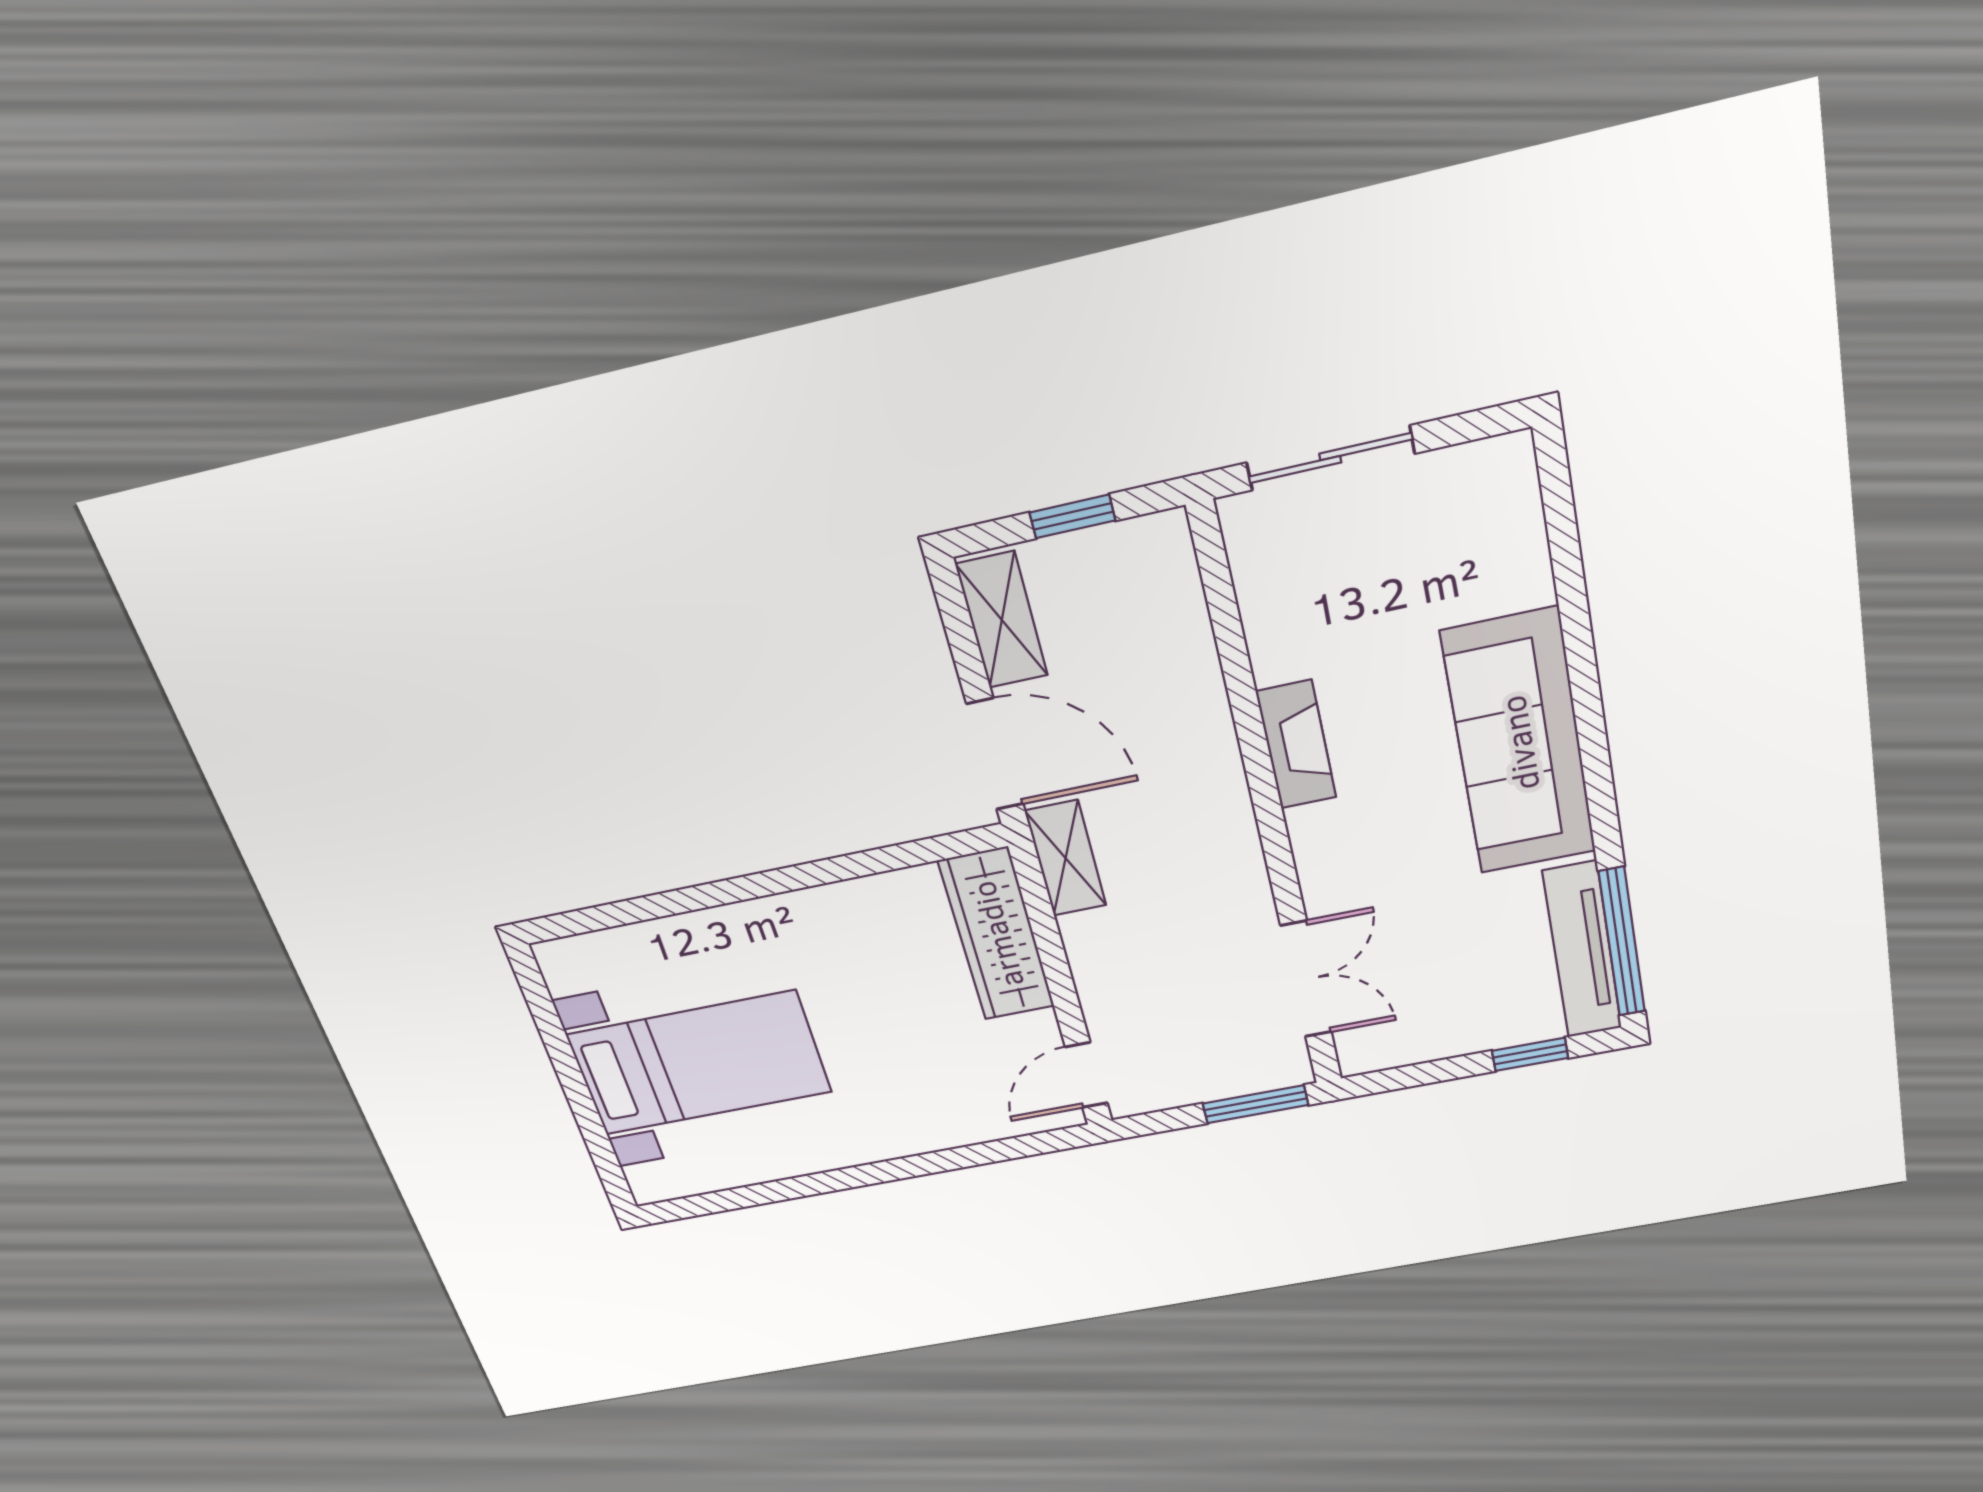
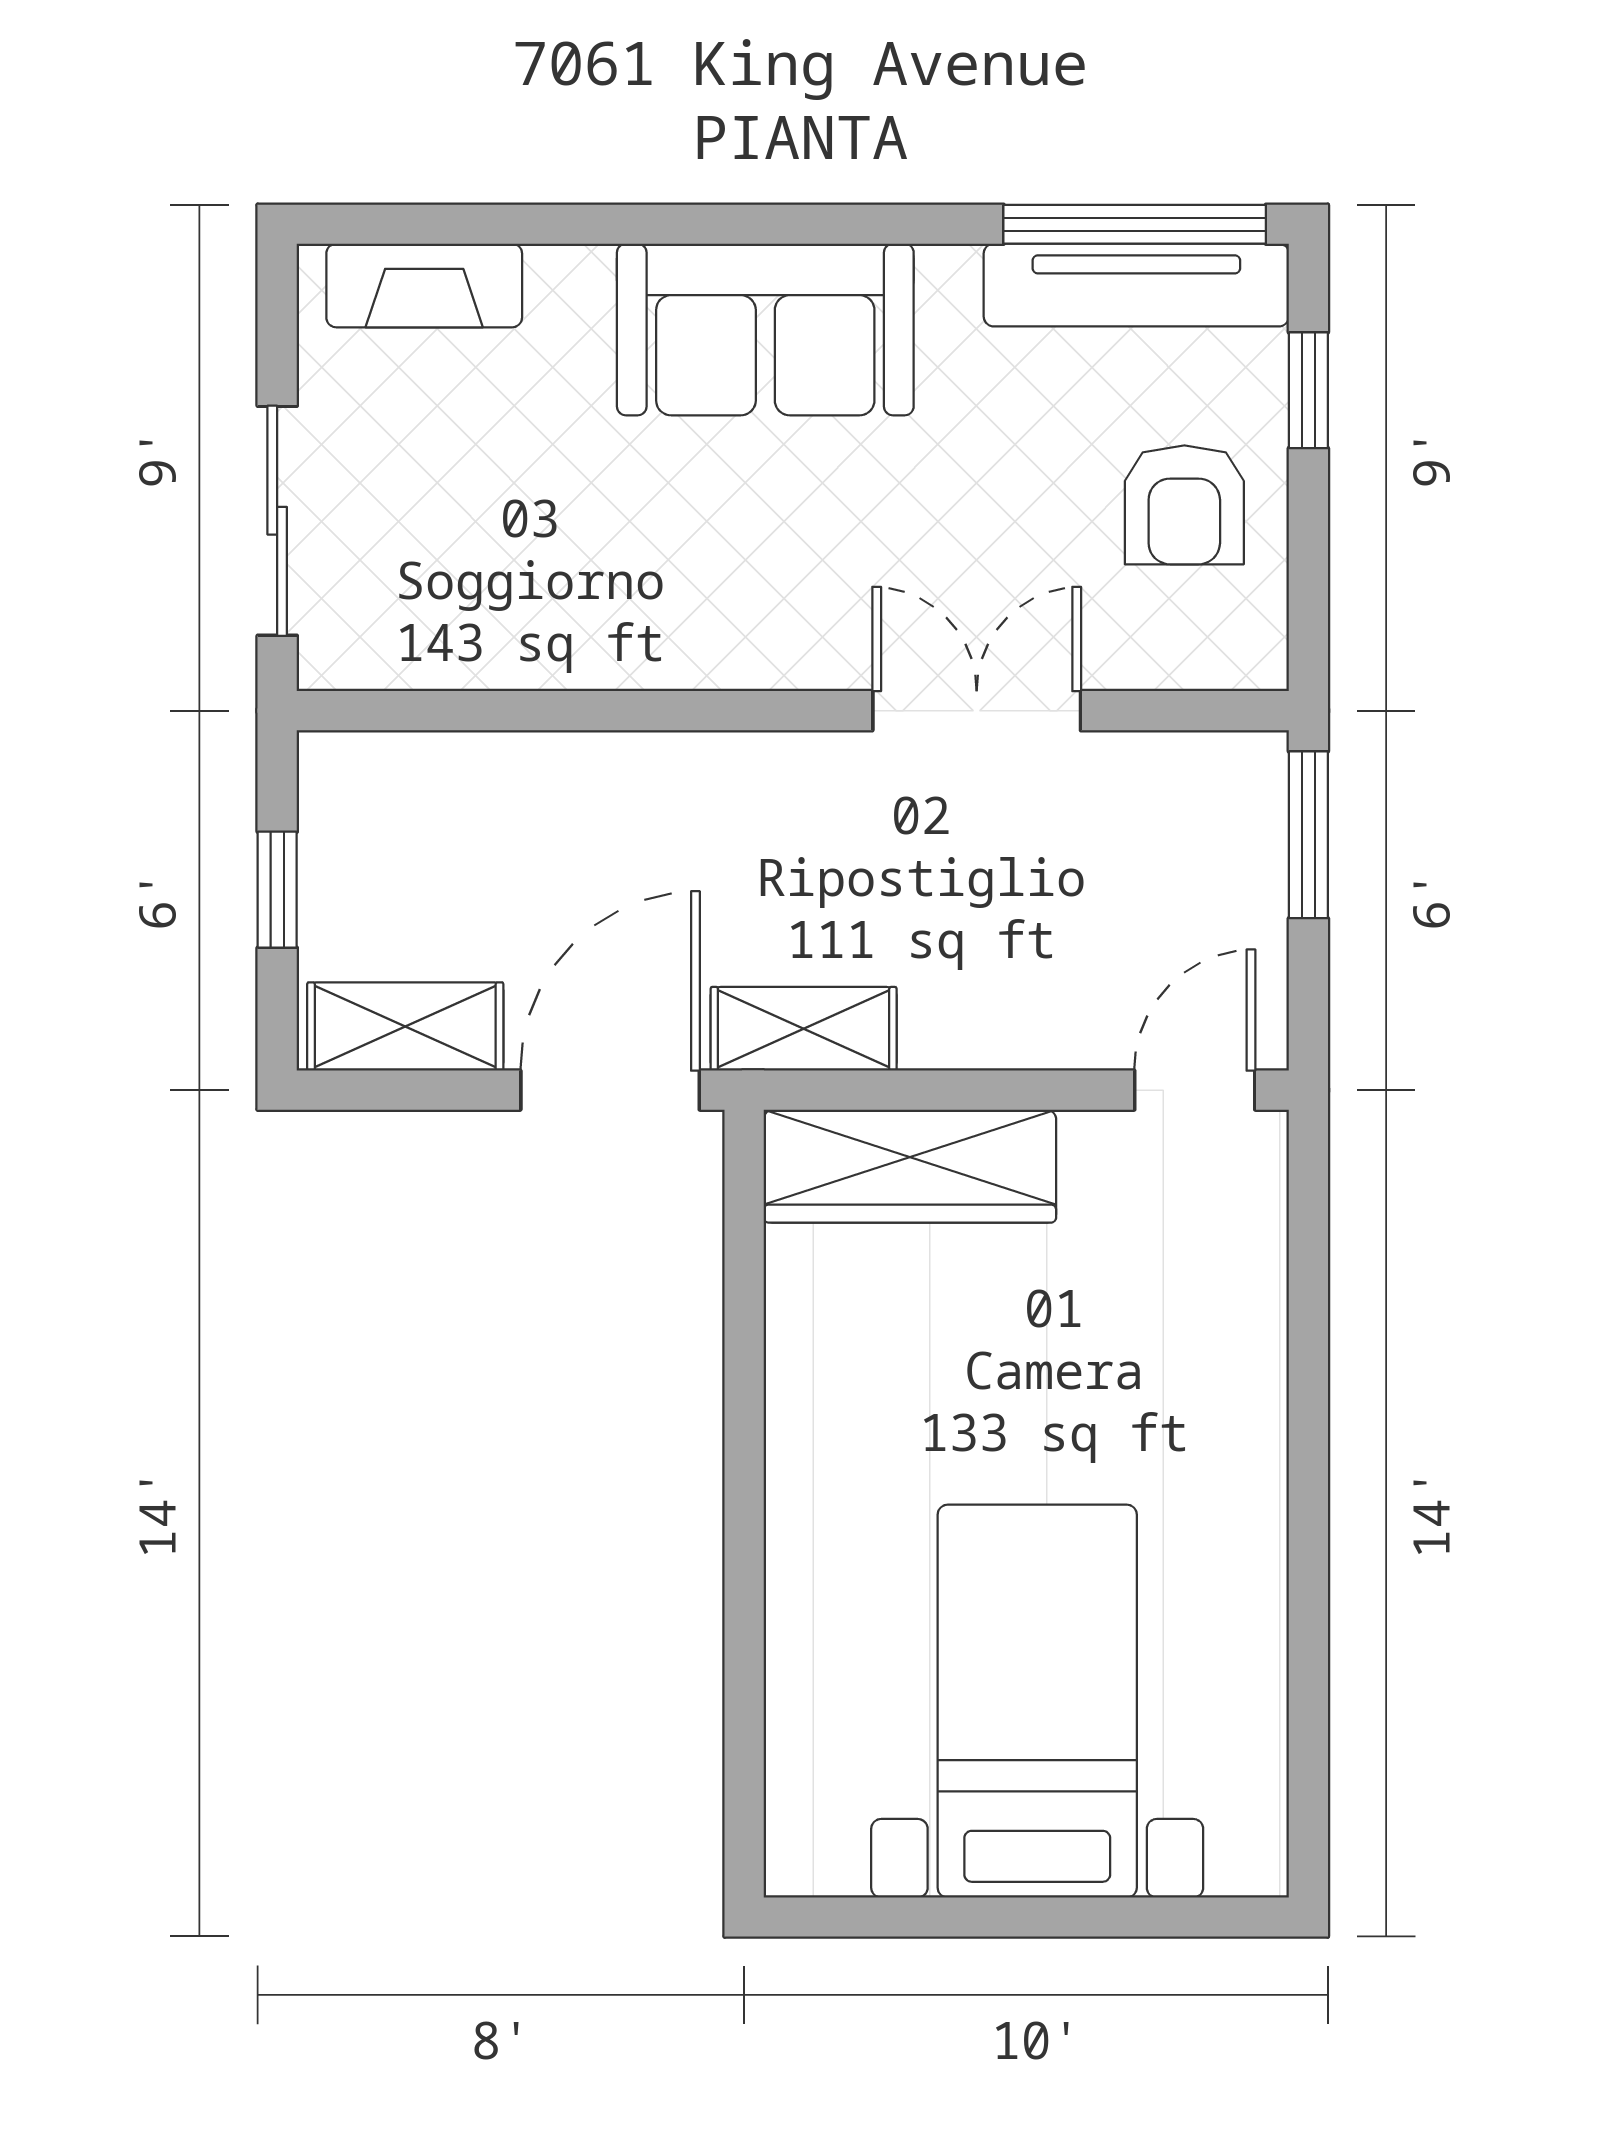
sofa: (1519, 743) -> (765, 329), width x0.73
fireplace: (1296, 745) -> (424, 286), moved, turned 180
double door: (1306, 979) -> (977, 711), moved
armchair: (1446, 1003) -> (1184, 505), added
door: (1086, 1075) -> (1195, 1090), swing flipped

